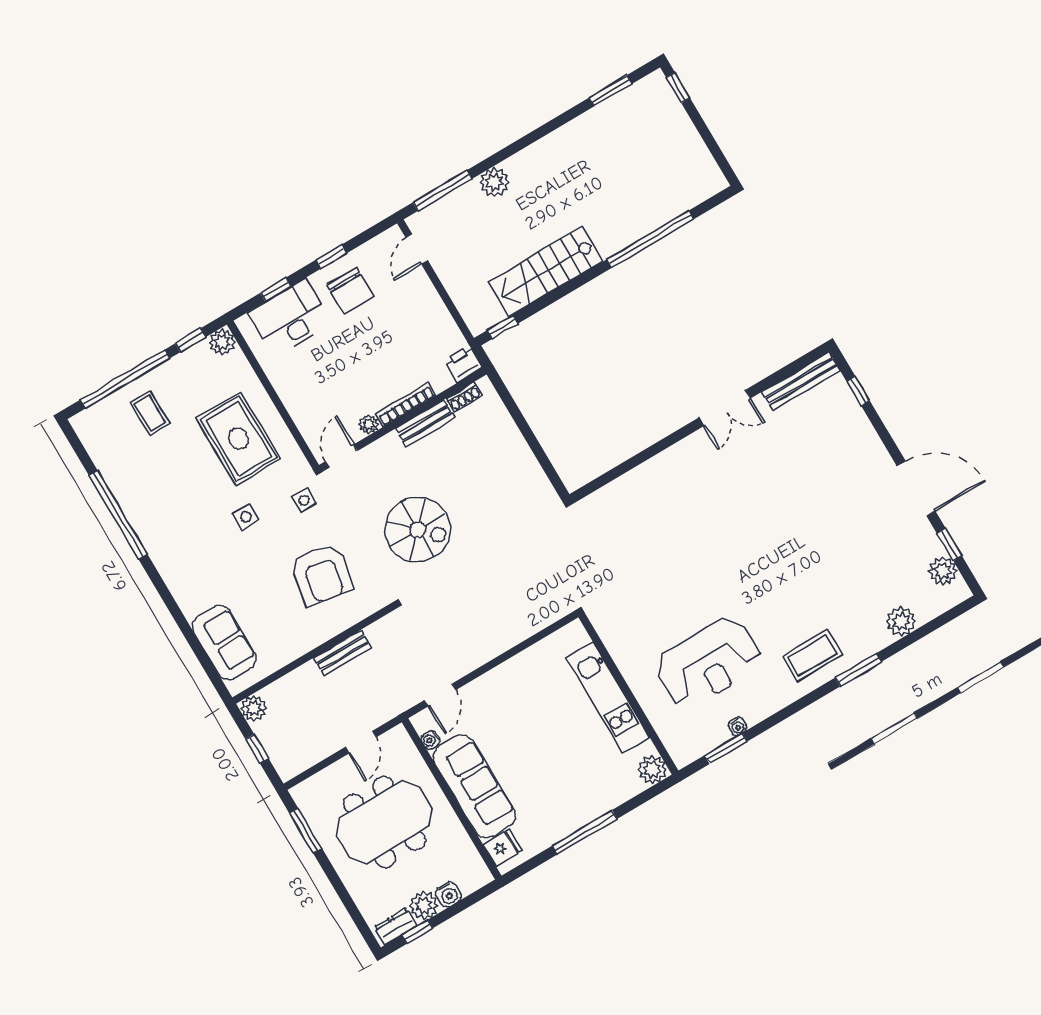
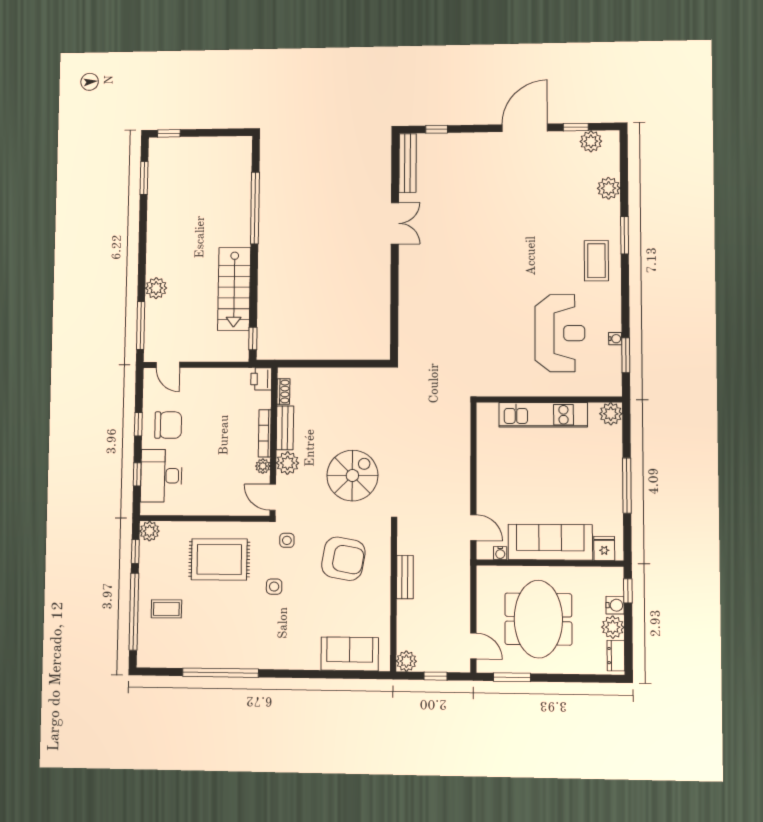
plant: (388, 450) -> (288, 463), added
door: (360, 742) -> (473, 646), moved
window: (417, 932) -> (628, 591), moved

